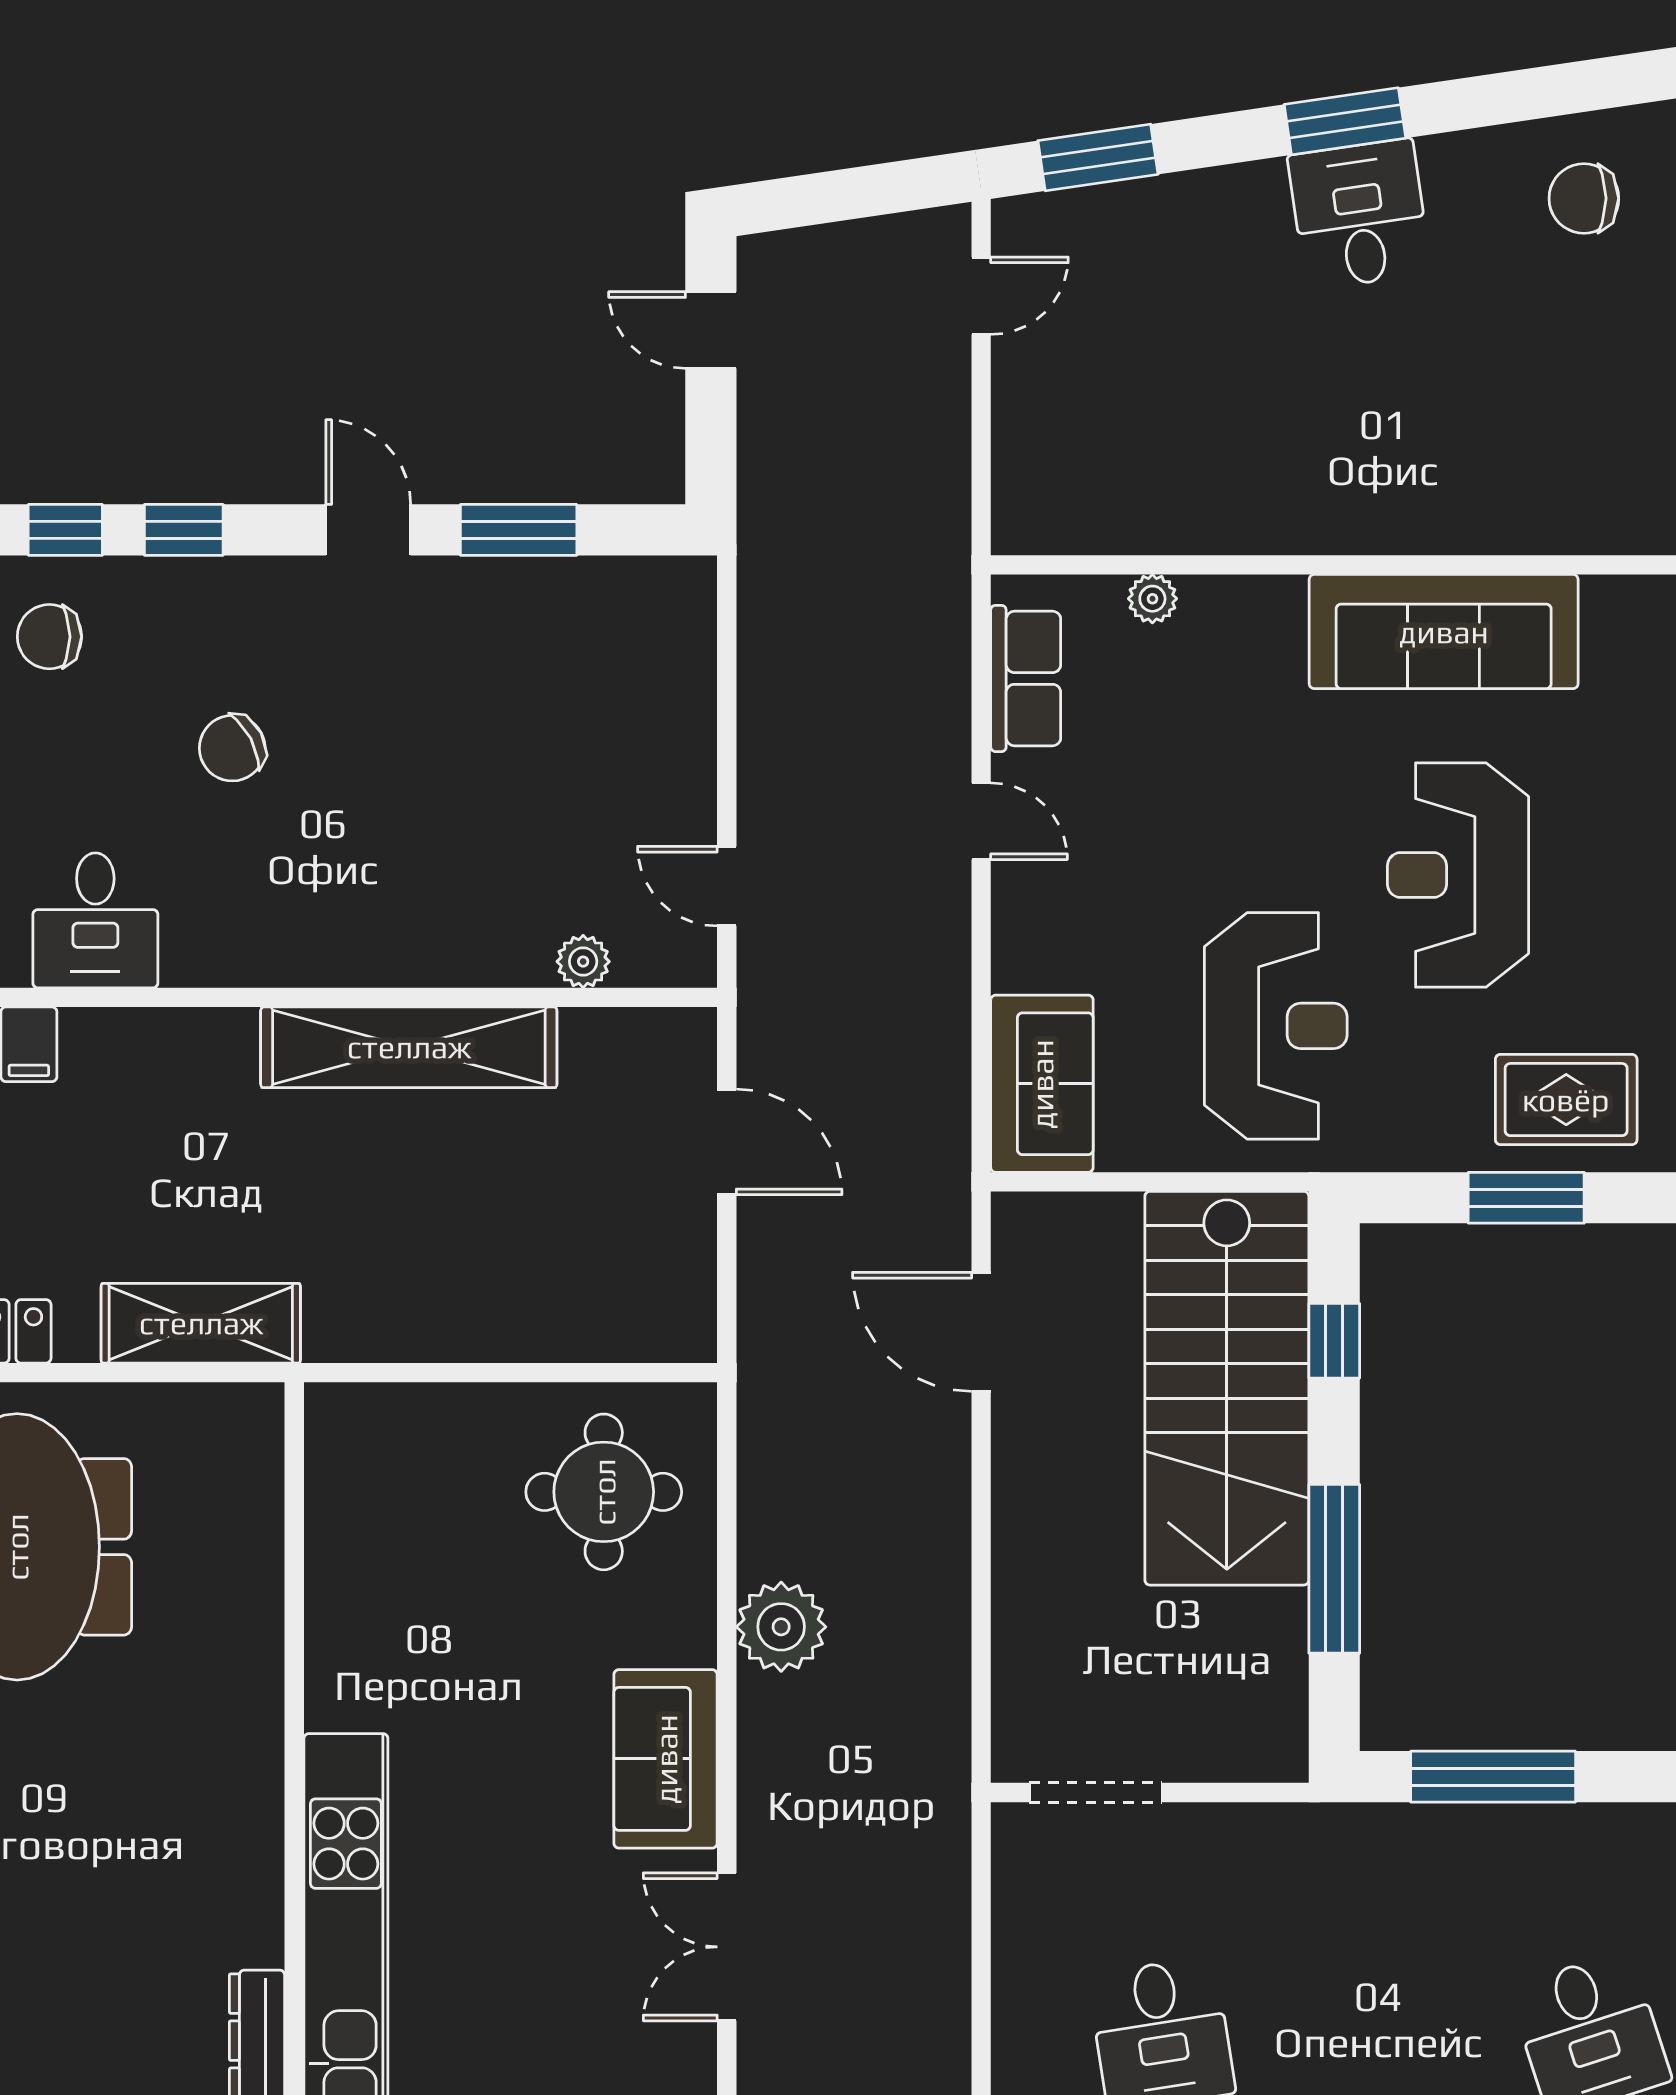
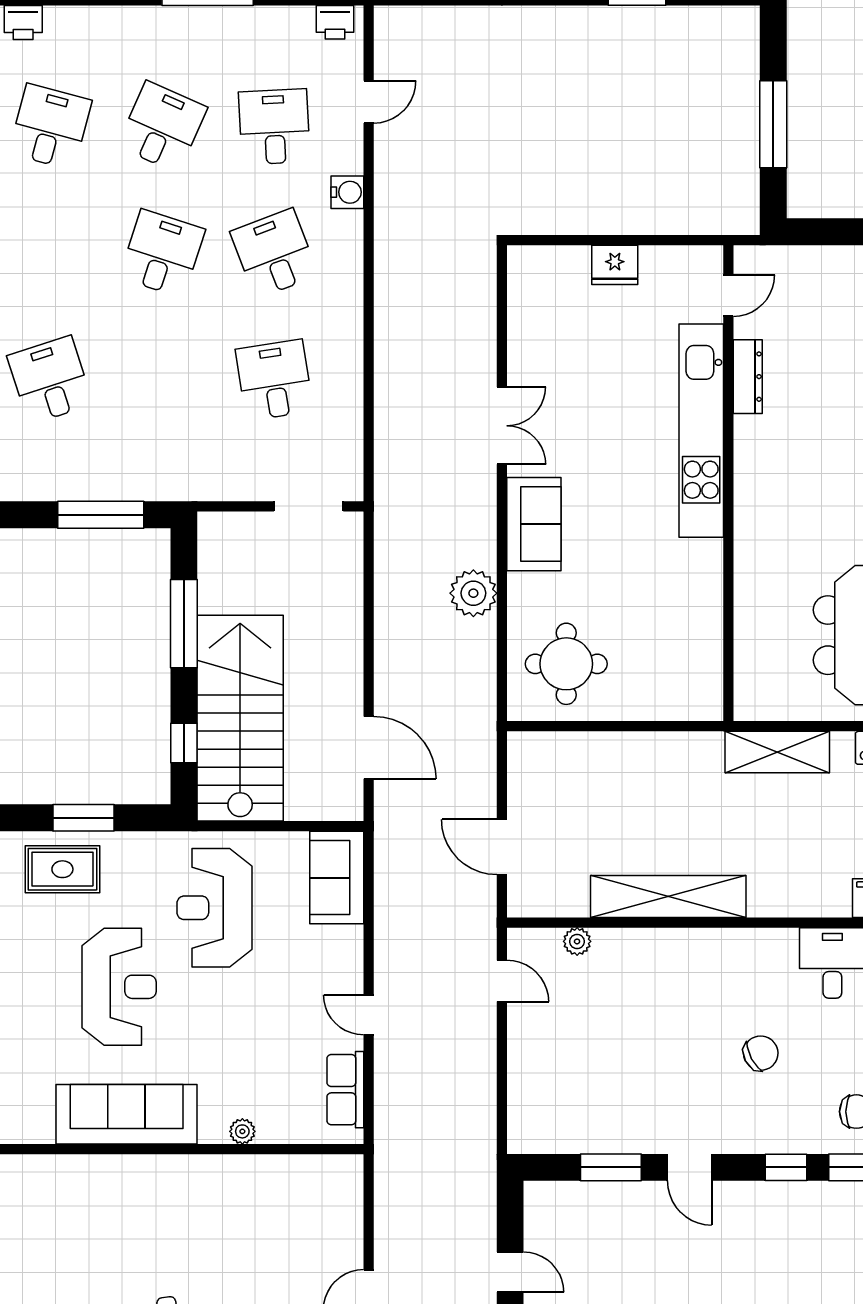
plant: (1152, 599) -> (242, 1131), moved

